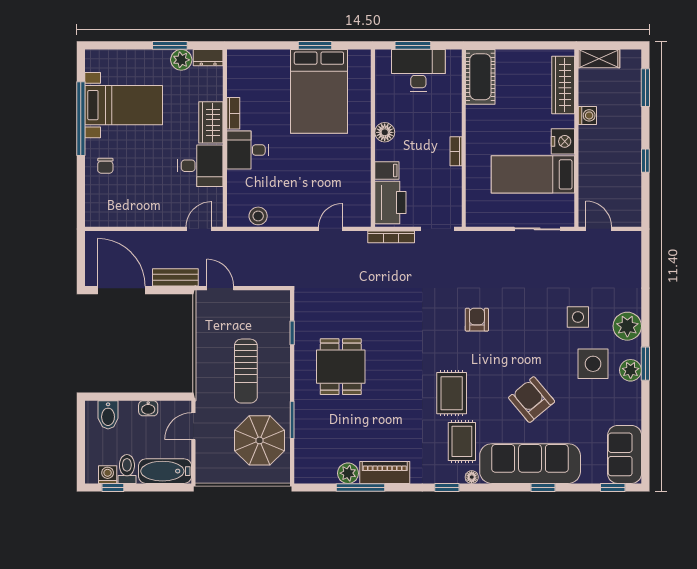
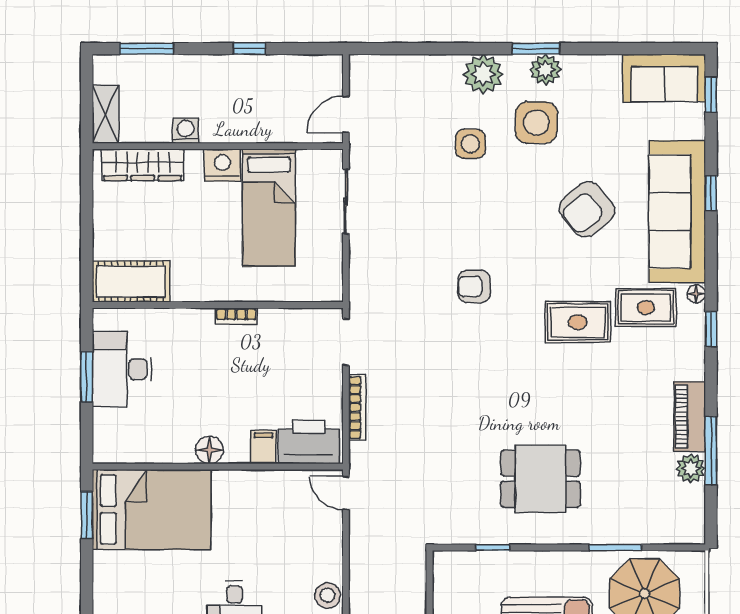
floor lamp: (385, 132) -> (209, 450), moved
wall: (373, 138) -> (218, 467), moved
filing cabinet: (387, 170) -> (263, 447), moved
printer: (390, 202) -> (309, 442), moved

